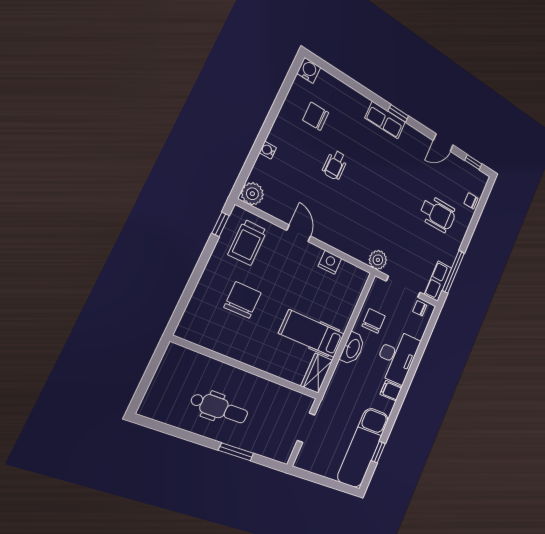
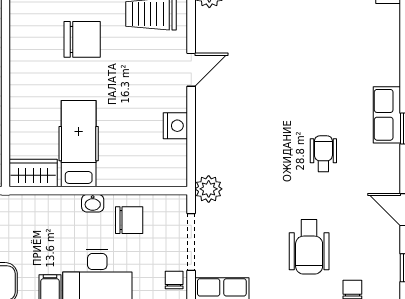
chair: (316, 116) -> (340, 25), removed
wheelchair: (335, 165) -> (323, 154), moved, turned 90
washbasin: (353, 348) -> (93, 203), width x0.52, depth x0.69

